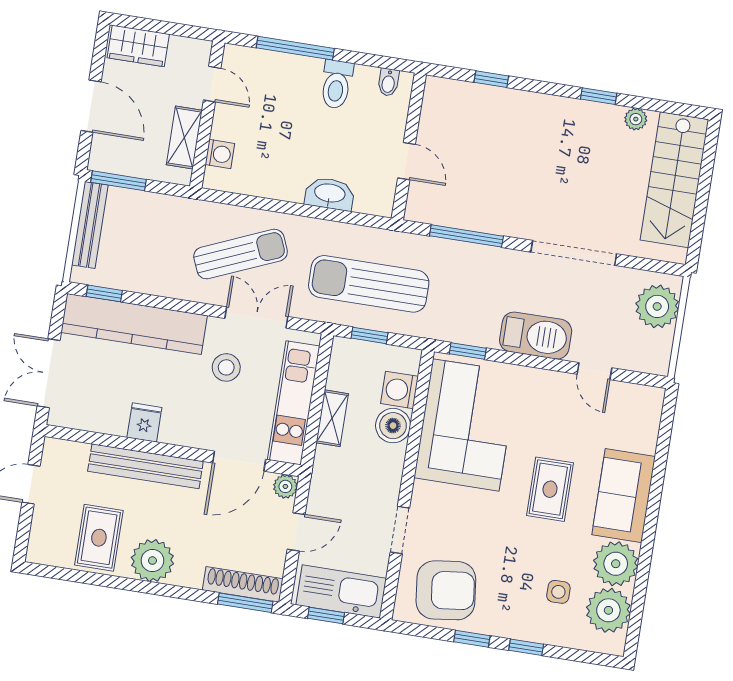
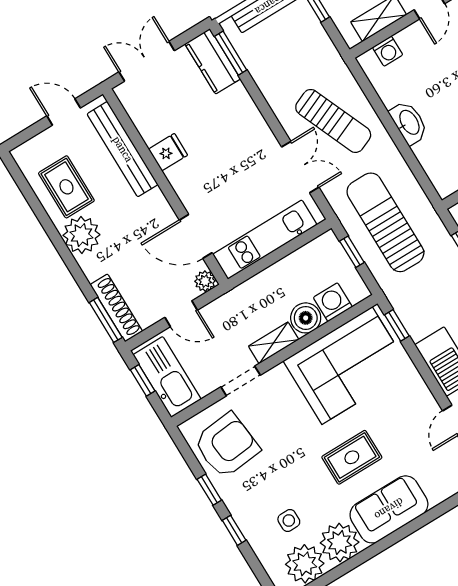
washbasin: (330, 194) -> (409, 123), moved
window: (104, 293) -> (231, 53), width x1.50
kitchen counter: (134, 324) -> (213, 61), width x0.48, depth x0.86
stool: (226, 367) -> (250, 175), removed
shelving: (332, 418) -> (274, 343), moved
bench: (145, 466) -> (123, 149), moved
rug: (99, 538) -> (66, 187), turned 90
armchair: (446, 590) -> (227, 445), turned -89

